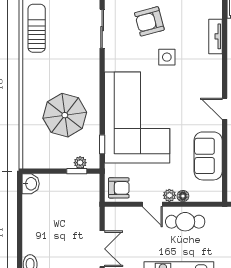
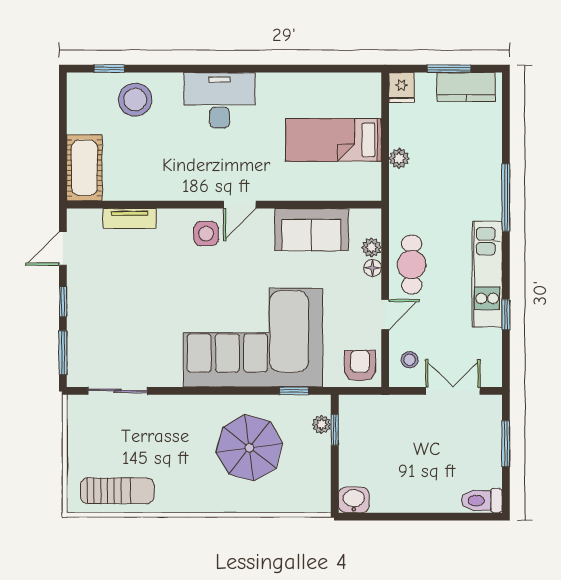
armchair: (149, 21) -> (107, 319), removed
sun lounger: (37, 28) -> (117, 491), turned 180
side table: (167, 57) -> (206, 234), moved
plant: (169, 195) -> (372, 247), moved
stool: (123, 220) -> (410, 360), added

